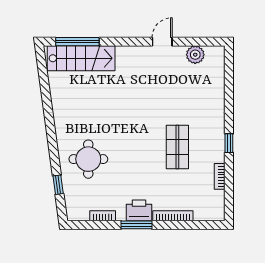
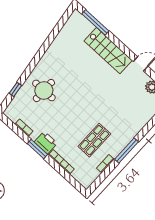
stairs: (81, 58) -> (108, 51), moved
window: (229, 143) -> (127, 151), width x2.17
shop shelf: (177, 147) -> (94, 140), moved

